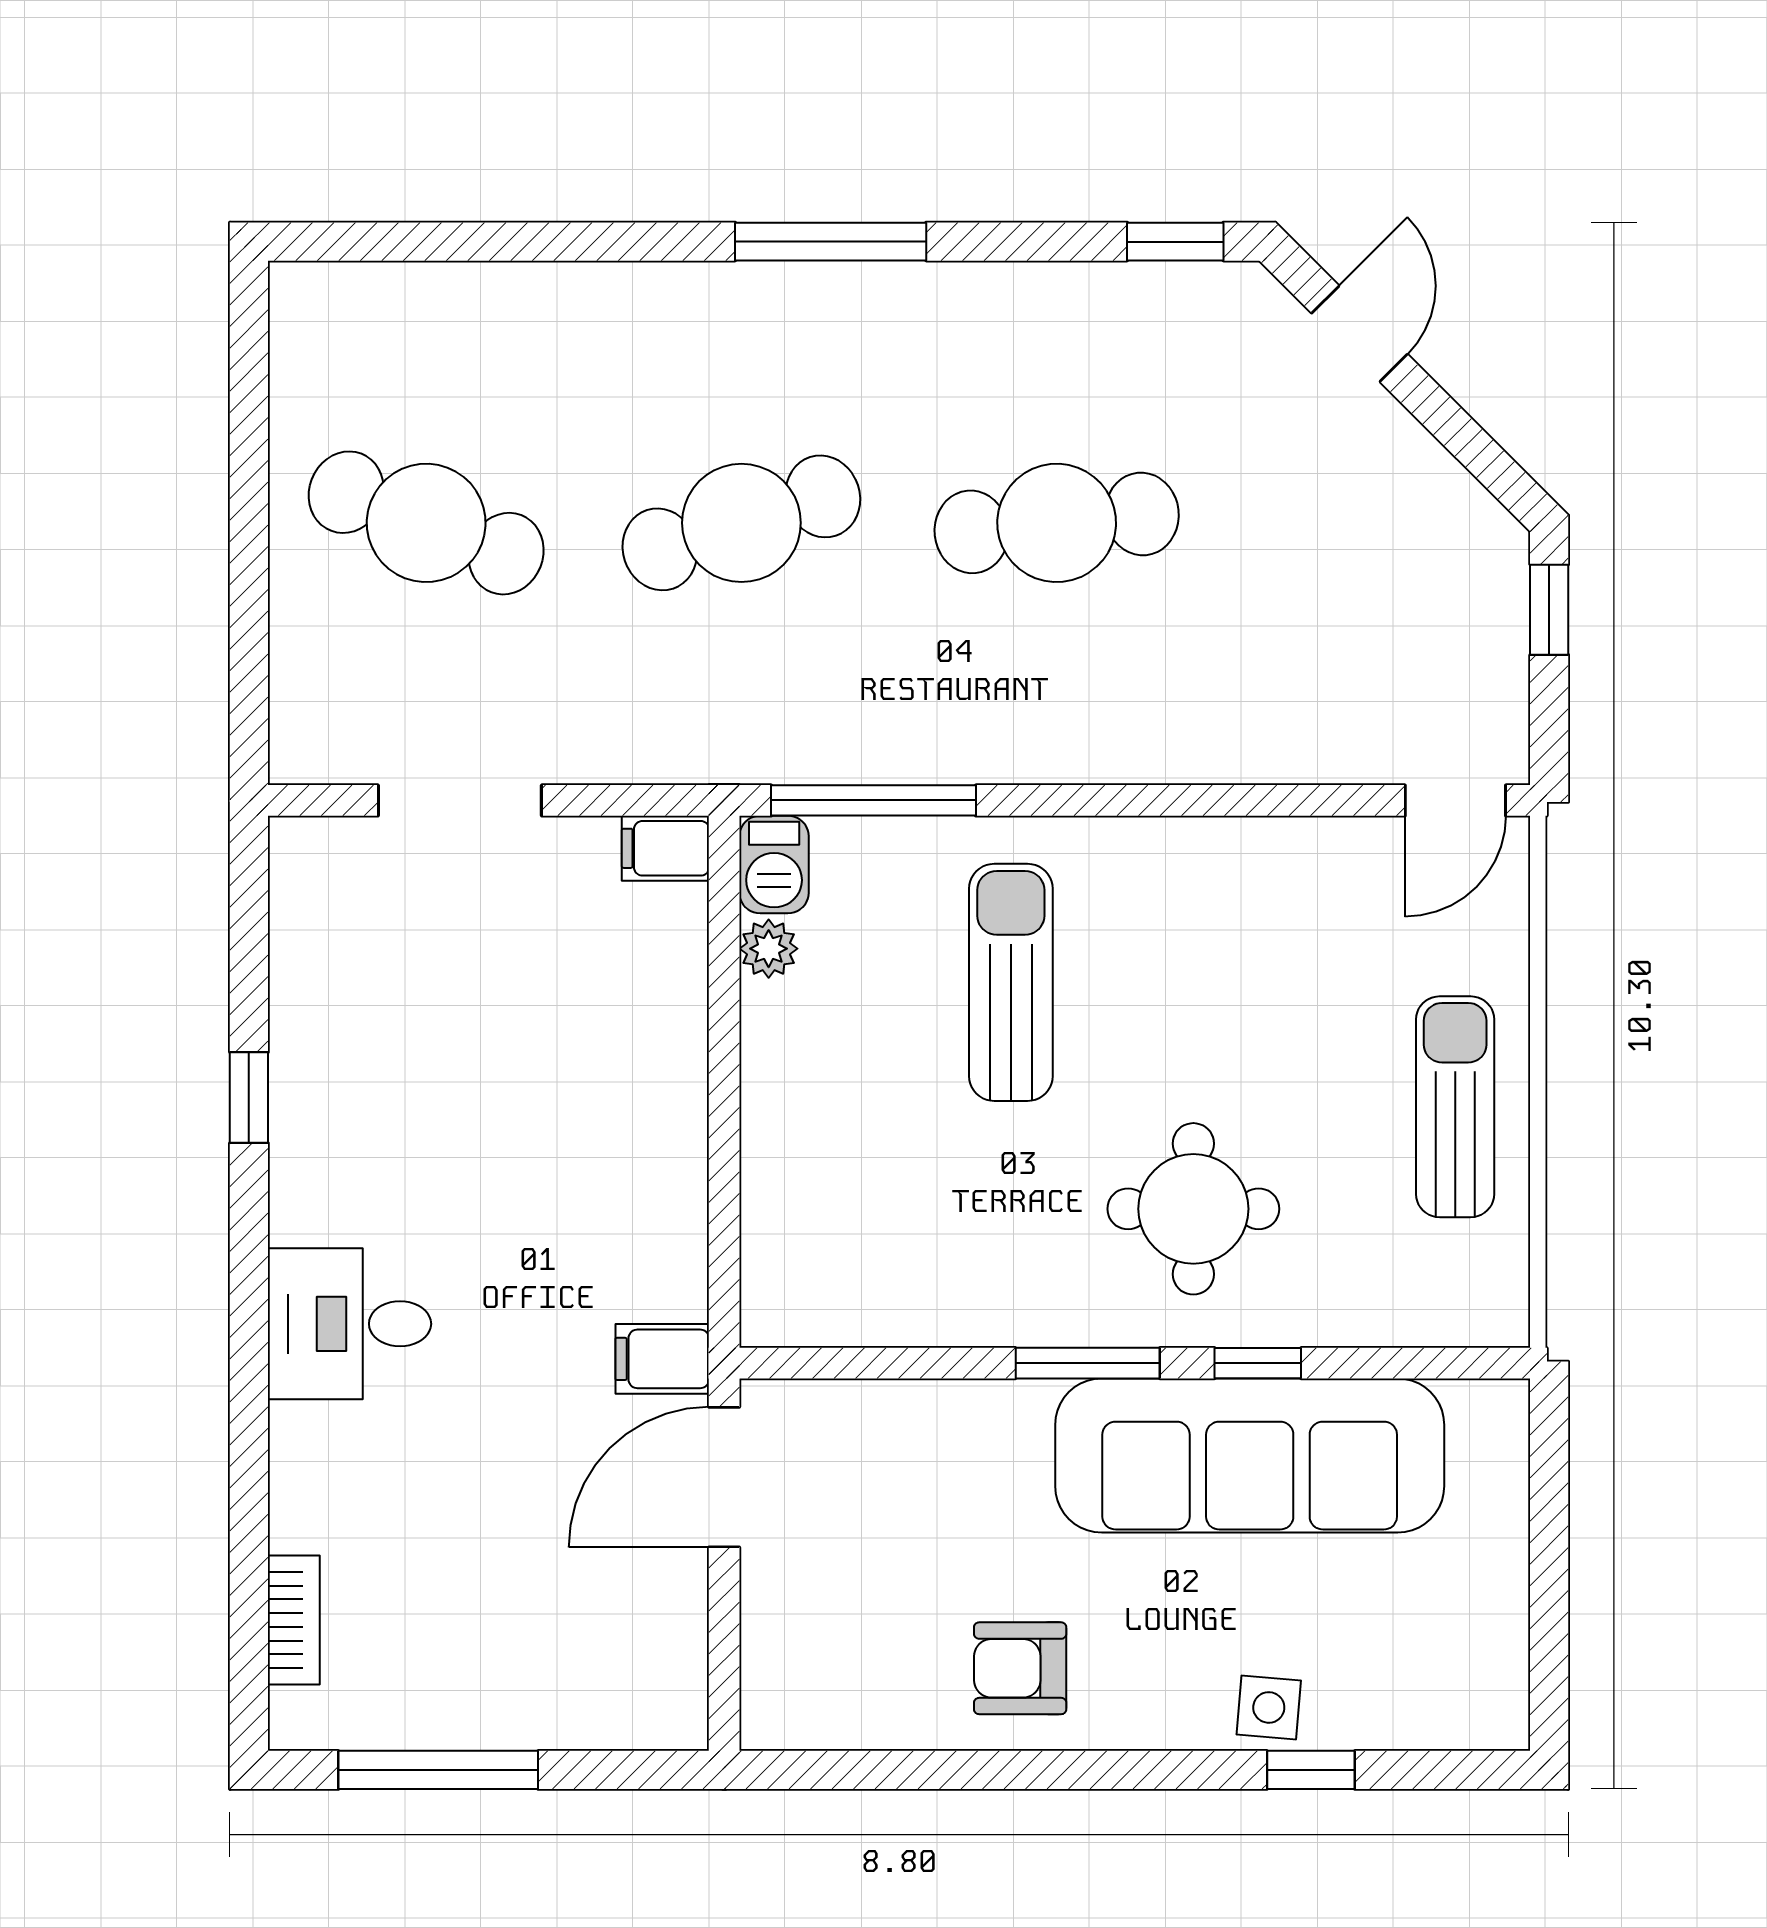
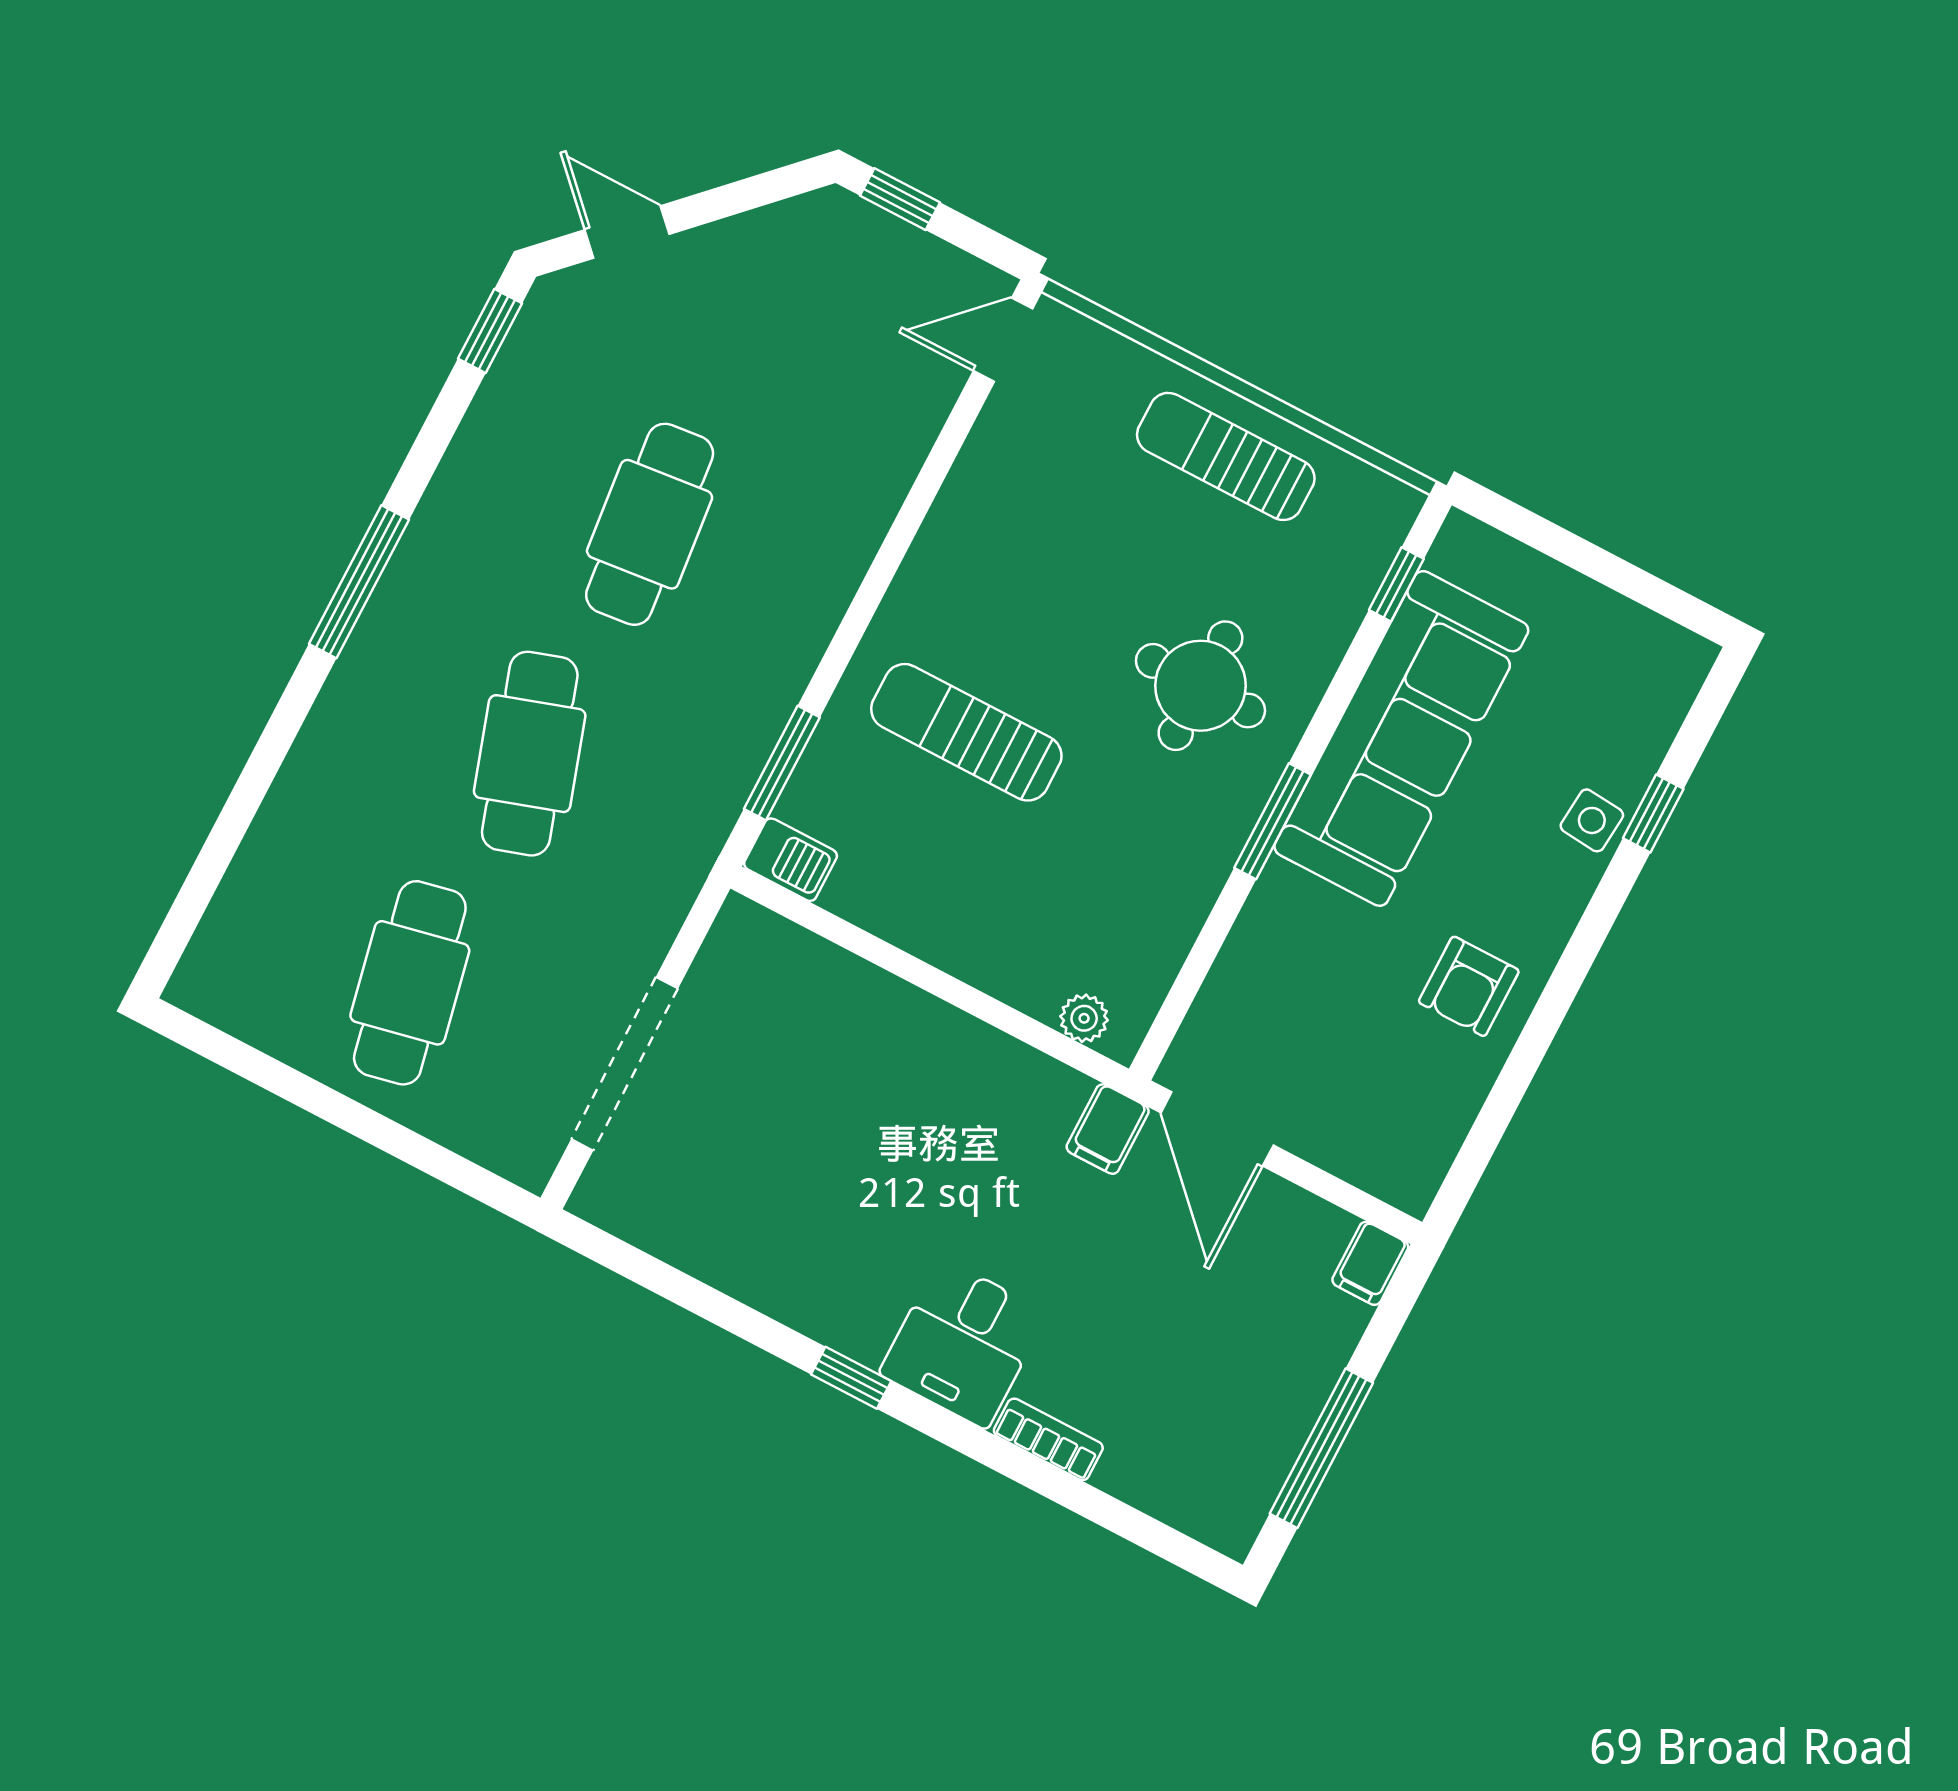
cafe table: (426, 523) -> (410, 983), turned -33
doorway: (460, 800) -> (625, 1064), width x1.36
window: (874, 800) -> (782, 763), width x0.69
door: (1455, 800) -> (1003, 340), swing flipped
filing cabinet: (665, 848) -> (1370, 1263), moved
plant: (769, 949) -> (1084, 1018), moved
window: (249, 1098) -> (851, 1378), moved
window: (1258, 1363) -> (1396, 584), moved
bookcase: (294, 1620) -> (1048, 1439), moved

